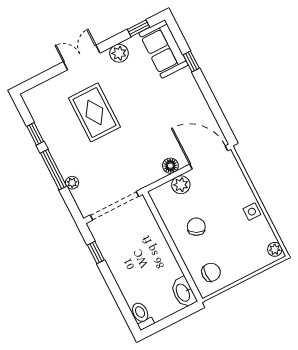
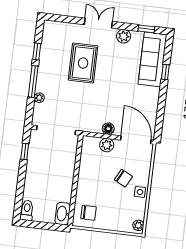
sofa: (163, 49) -> (152, 59), width x1.36
chair: (196, 227) -> (123, 178), moved, turned 90

